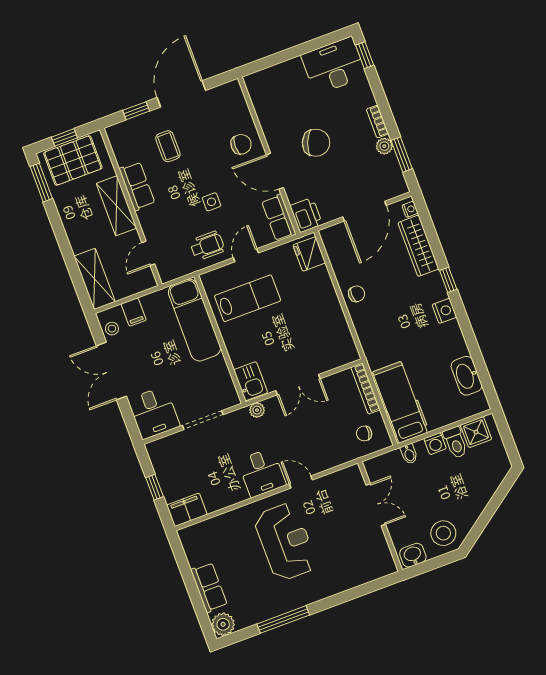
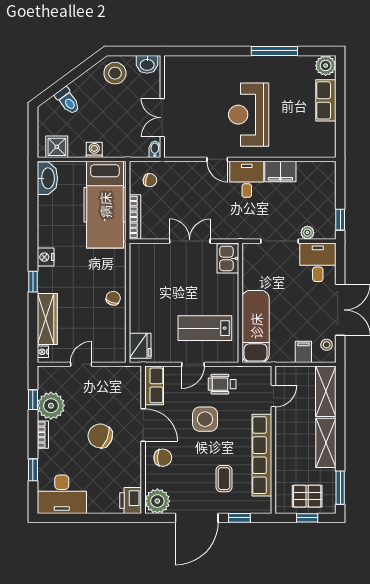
window: (365, 55) -> (33, 470), moved
plant: (230, 96) -> (157, 501), added
chair: (241, 144) -> (163, 458), turned 180
plant: (384, 146) -> (51, 406), width x1.87, depth x1.87
window: (402, 155) -> (33, 400), width x0.67
pallet: (73, 160) -> (307, 496), width x0.67, depth x0.71
row of seats: (137, 186) -> (262, 455), width x2.02
side table: (211, 202) -> (205, 419), width x1.87, depth x1.87
shelving: (116, 206) -> (326, 443), moved
door: (364, 211) -> (81, 364), width x0.53
printer: (306, 215) -> (131, 501), moved
chair: (357, 294) -> (113, 298), turned 110
washbasin: (466, 376) -> (47, 178), moved
hospital bed: (400, 402) -> (105, 205), width x1.37, depth x1.29
plant: (257, 410) -> (307, 233), moved
toilet: (455, 442) -> (68, 101), moved, turned 144
bidet: (409, 454) -> (155, 149), moved
window: (155, 487) -> (340, 220), moved
filing cabinet: (187, 510) -> (280, 172), moved

